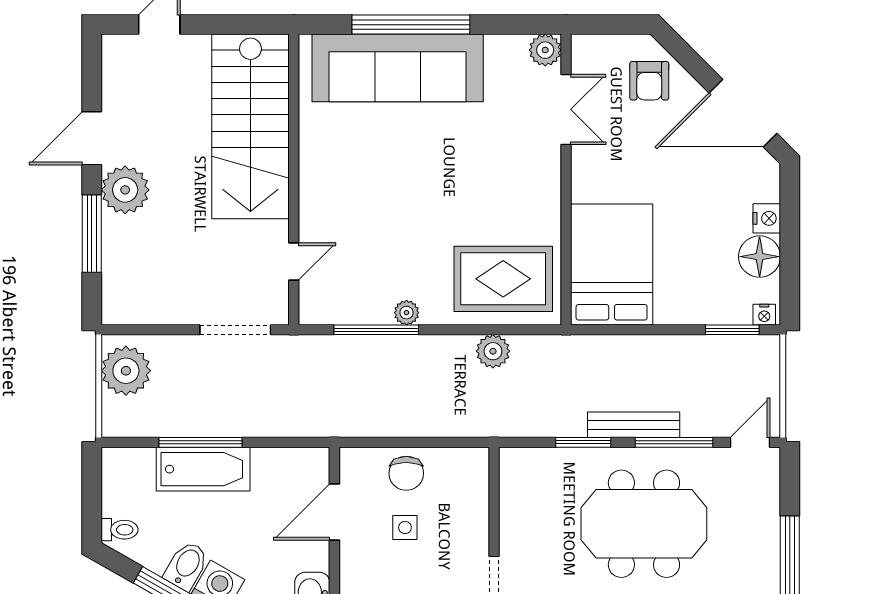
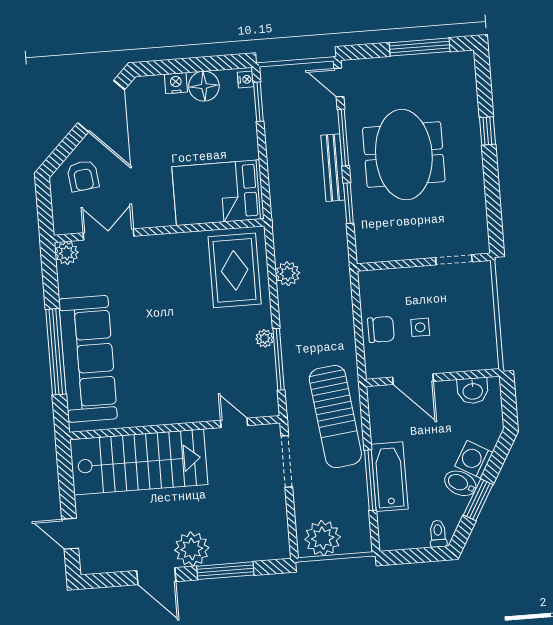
armchair: (649, 81) -> (83, 176), turned 83
sun lounger: (292, 401) -> (335, 417), added

